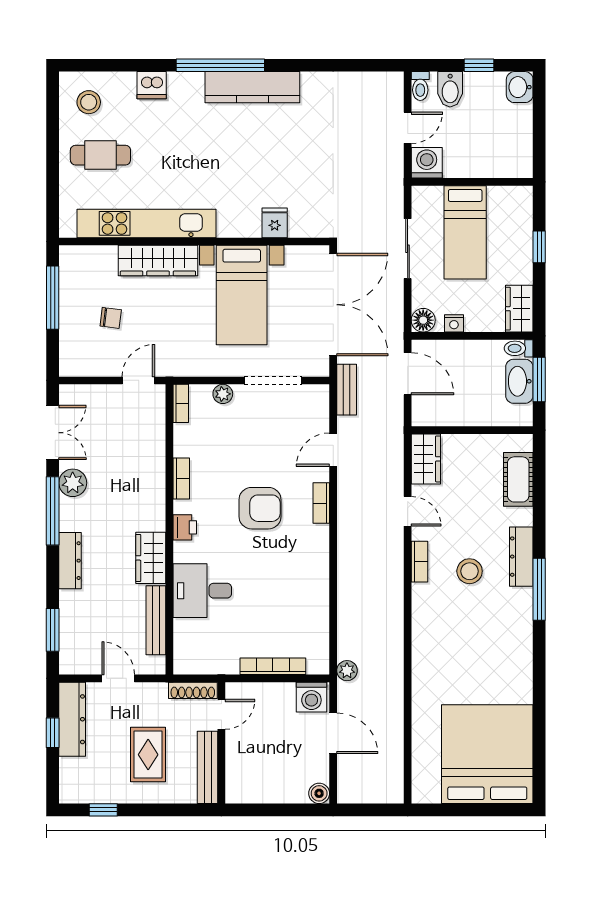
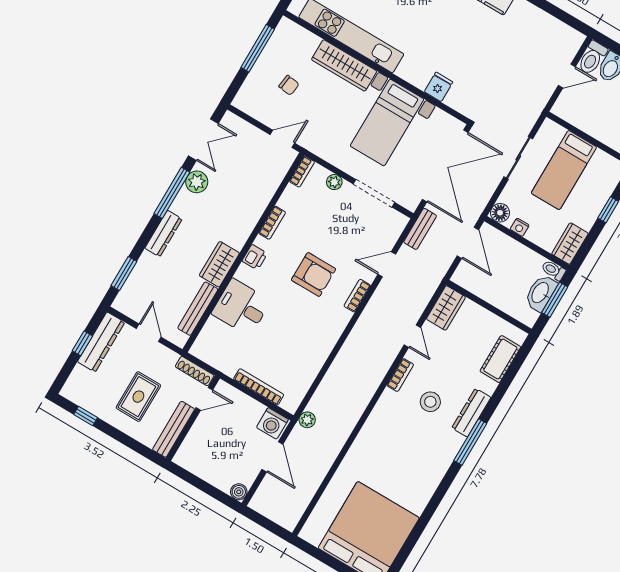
toilet: (420, 86) -> (592, 58), width x1.37, depth x1.39
washing machine: (427, 163) -> (566, 107), removed

